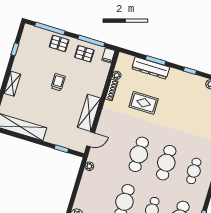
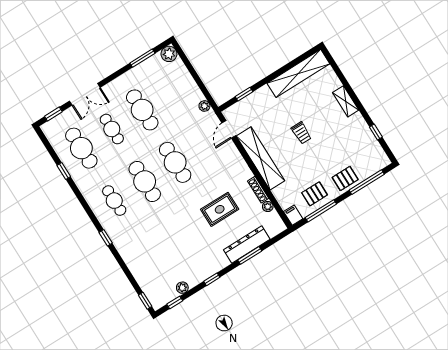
trolley: (58, 82) -> (301, 133), moved
shelving: (89, 113) -> (261, 158), width x1.47

